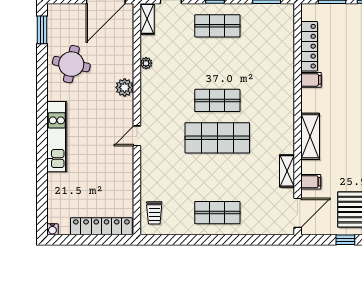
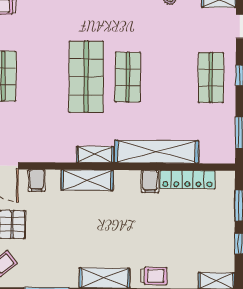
shelving: (284, 74) -> (157, 152), added
shelving: (287, 171) -> (95, 155), moved

